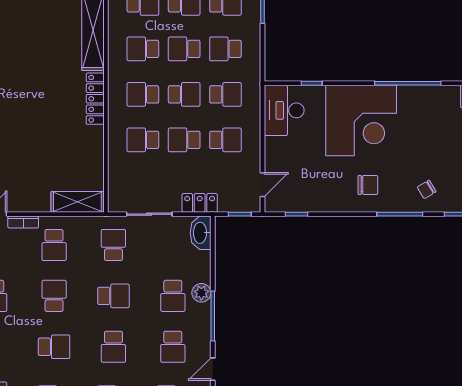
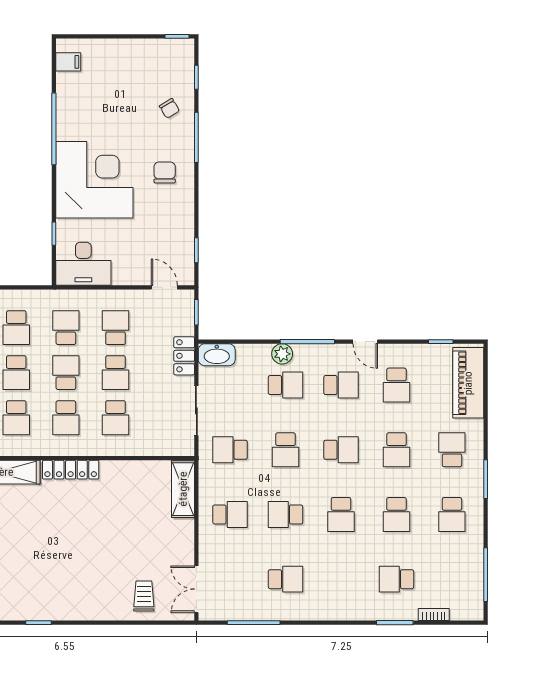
bookcase: (23, 222) -> (205, 548), removed
school desk: (113, 296) -> (286, 450), turned 180
school desk: (54, 347) -> (341, 514), turned 180

